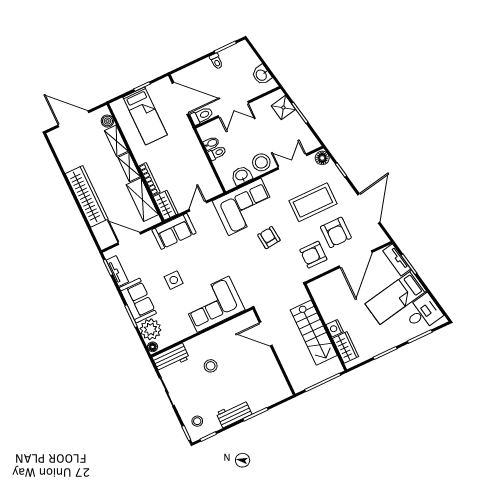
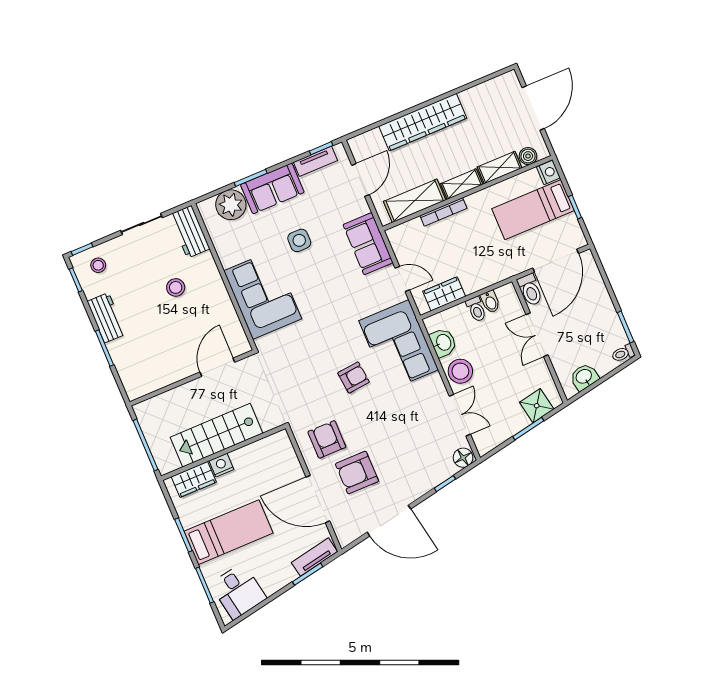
toilet: (216, 61) -> (623, 353), moved
nightstand: (118, 106) -> (548, 172), added
coffee table: (313, 202) -> (401, 442), removed
wardrobe: (166, 205) -> (444, 294), moved, turned 180
bed: (396, 297) -> (229, 532), moved, turned 101
floor lamp: (153, 347) -> (206, 207), removed

